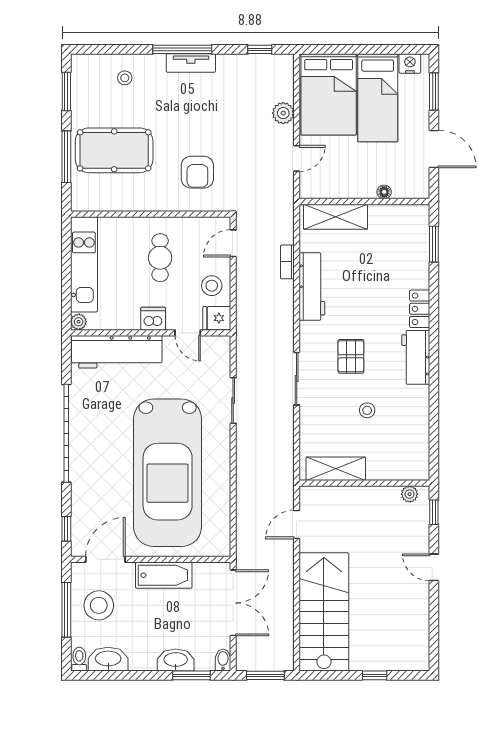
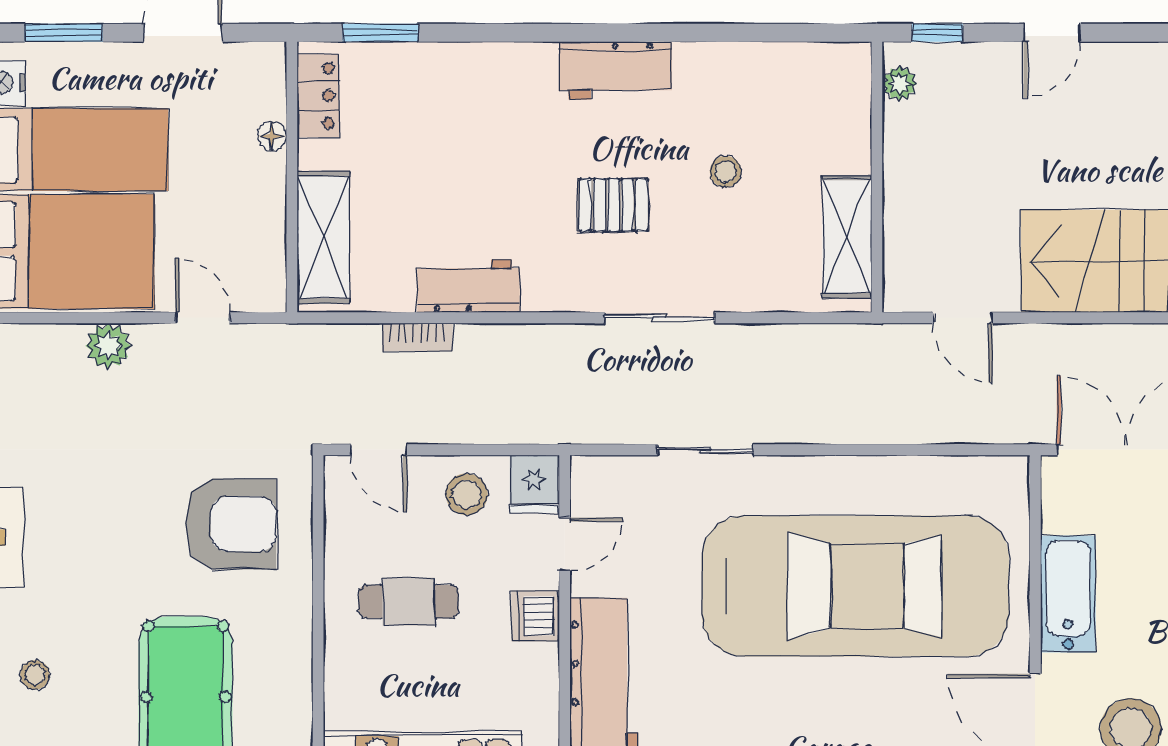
armchair: (197, 172) -> (231, 524), width x1.36, depth x1.36
workbench: (312, 287) -> (469, 286), width x0.73
locker: (420, 309) -> (318, 96), moved, turned -90

